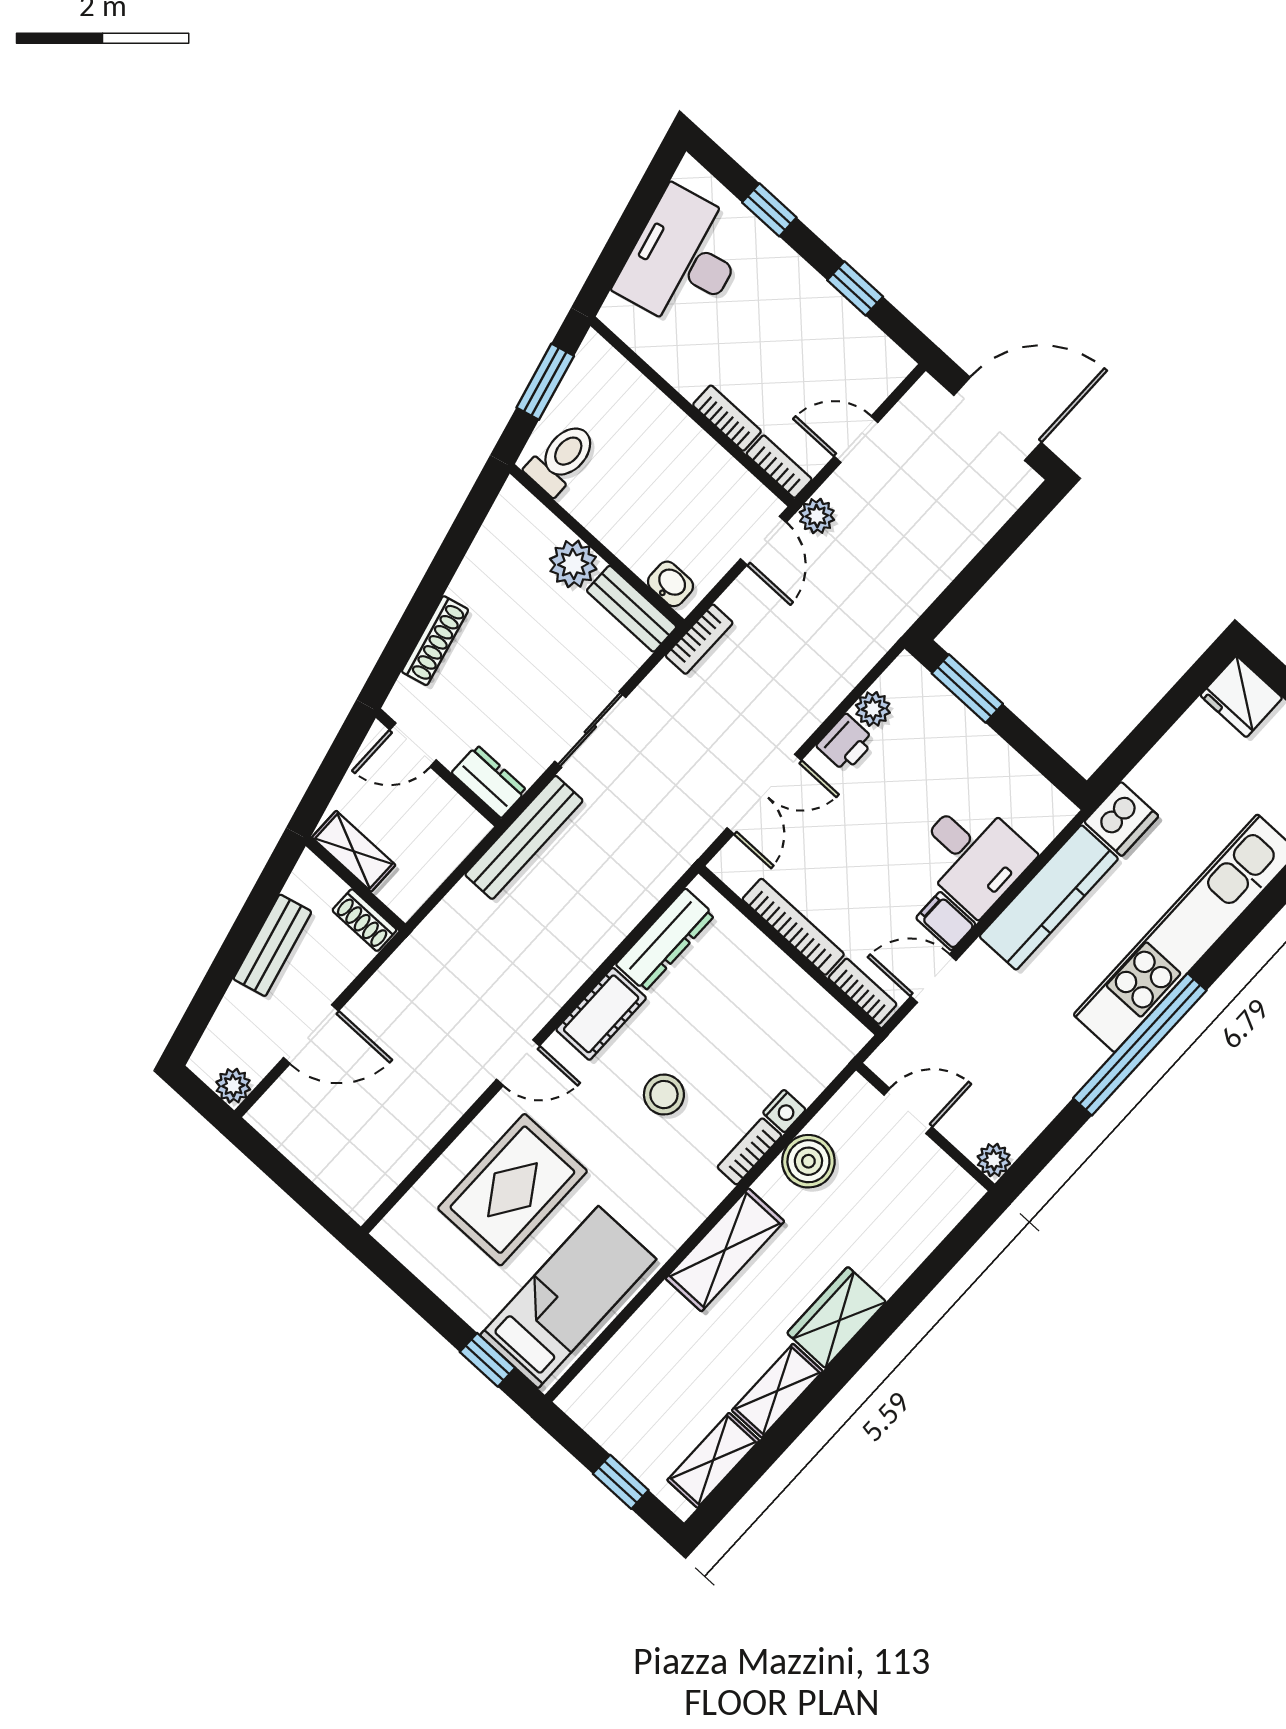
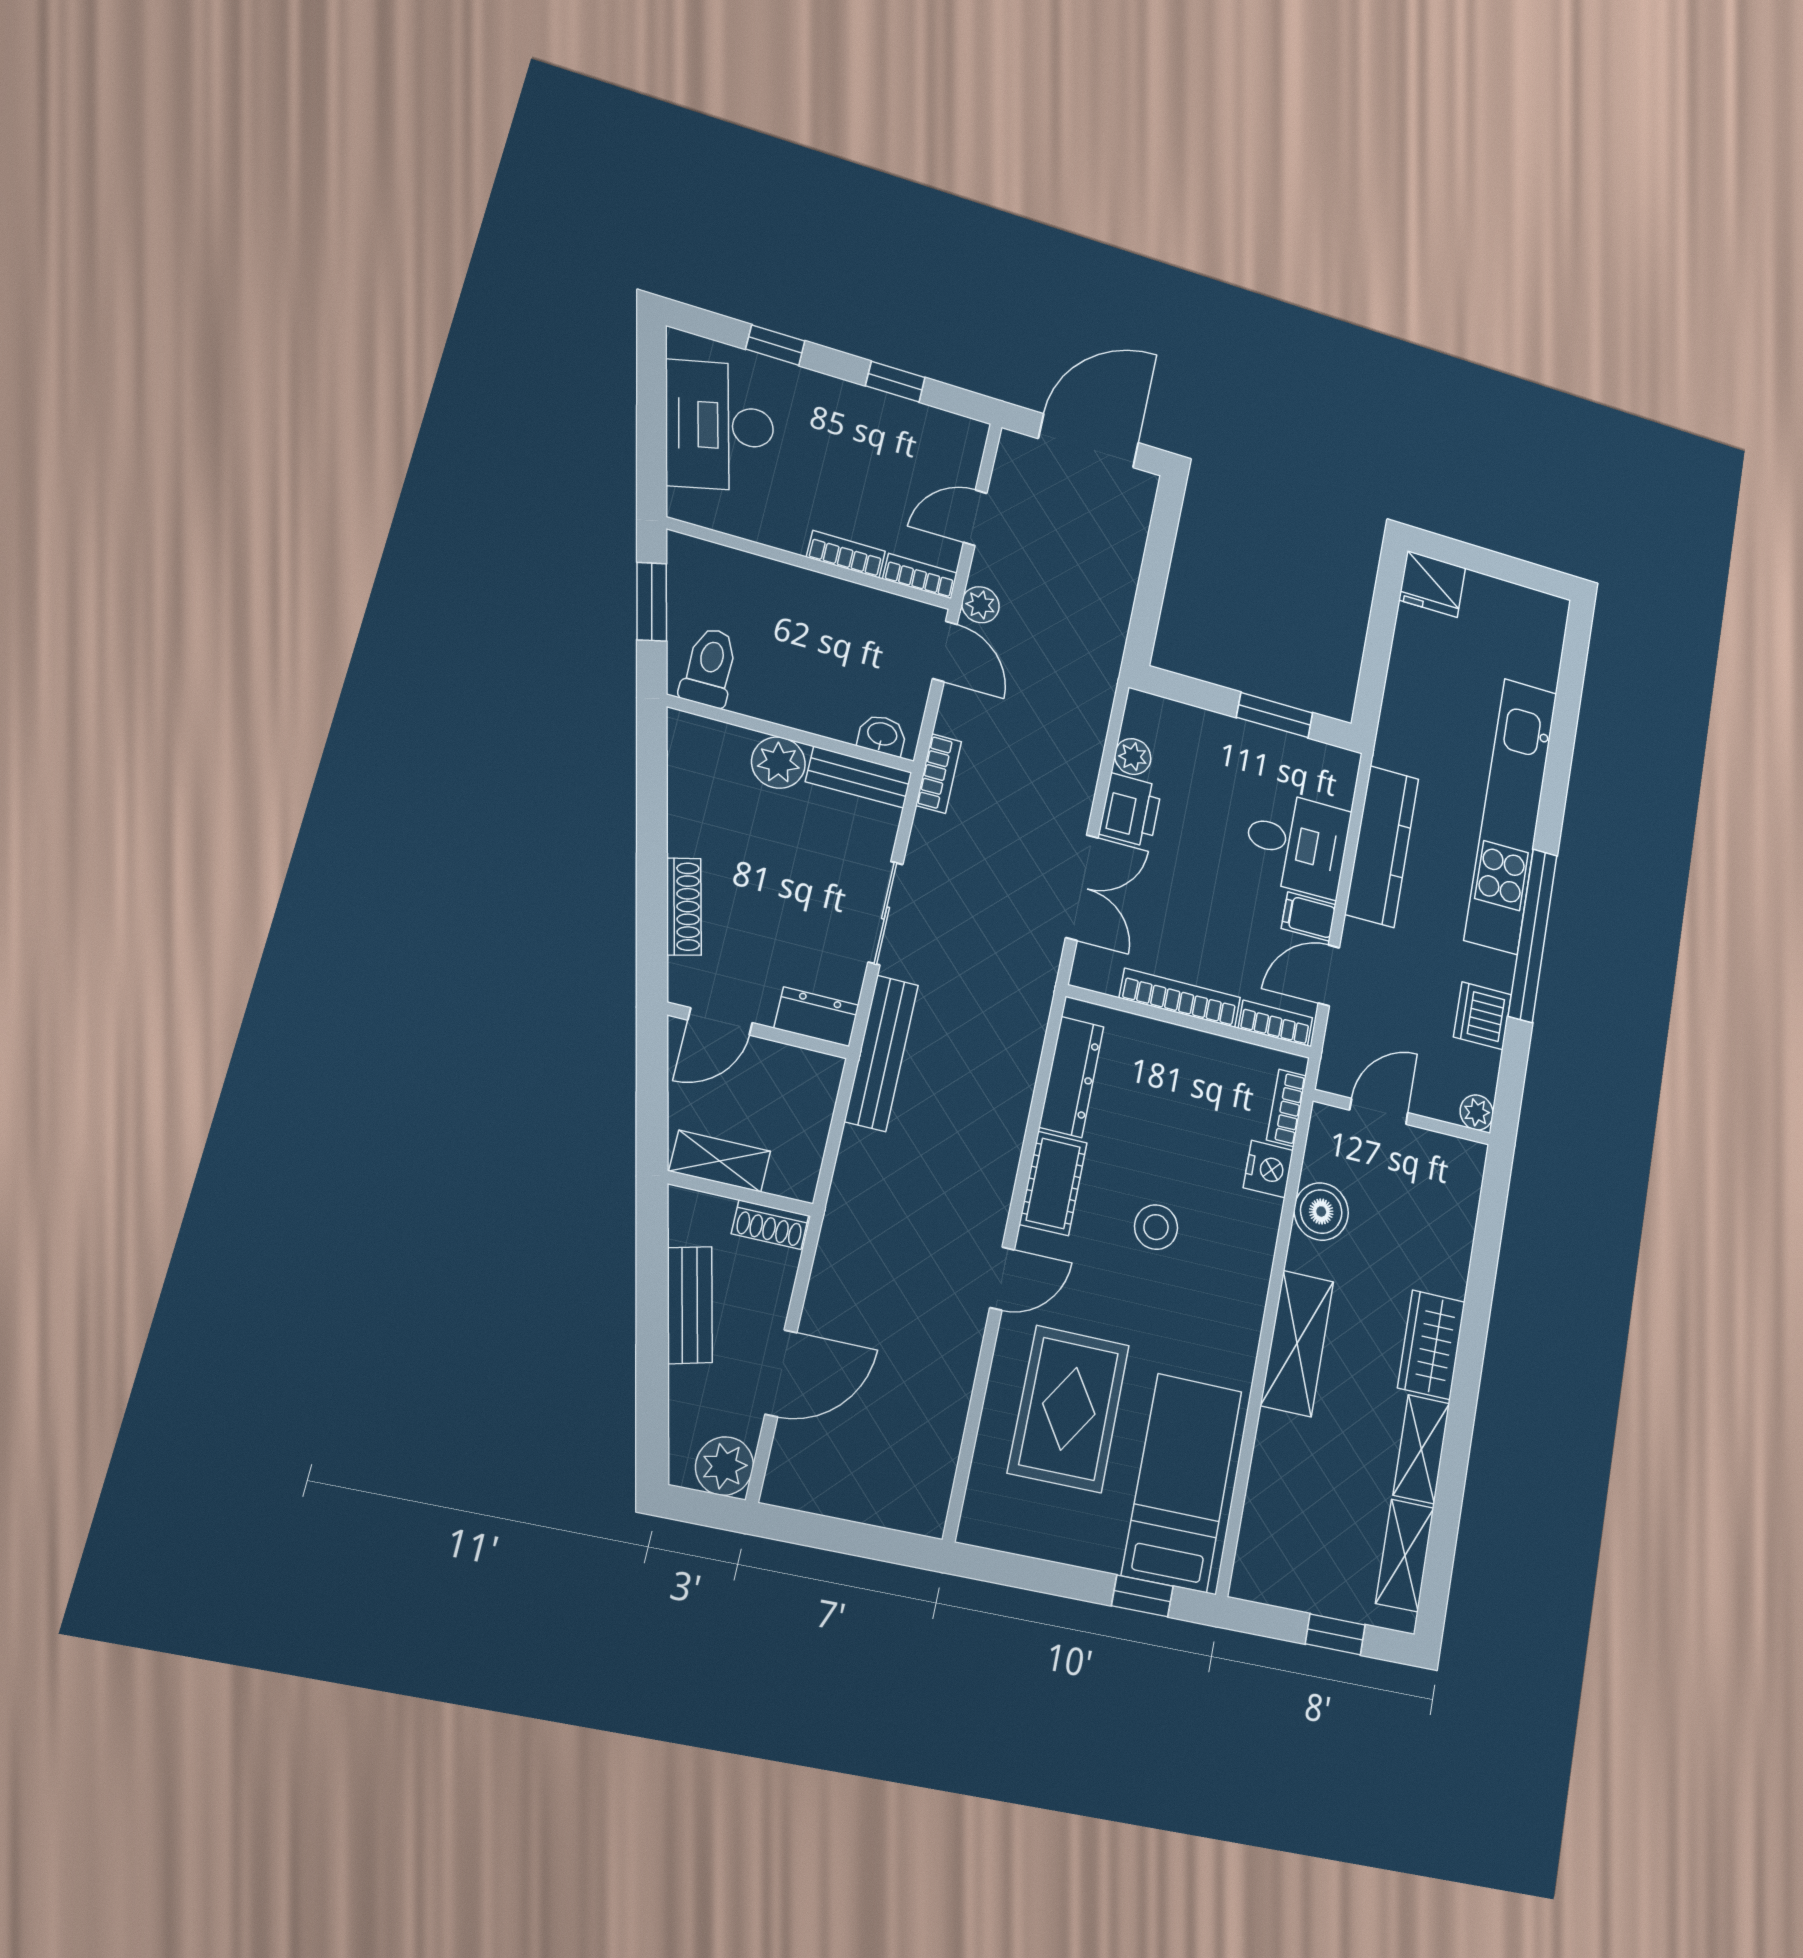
window: (967, 689) -> (1275, 715), moved
printer: (846, 743) -> (1130, 810), width x1.36, depth x1.24
dishwasher: (1121, 819) -> (1482, 1016), moved, turned 180
plant: (233, 1086) -> (724, 1466), width x1.38, depth x1.38
nightstand: (784, 1111) -> (1268, 1169), width x1.39, depth x1.35
bookcase: (749, 1151) -> (1286, 1108), moved

